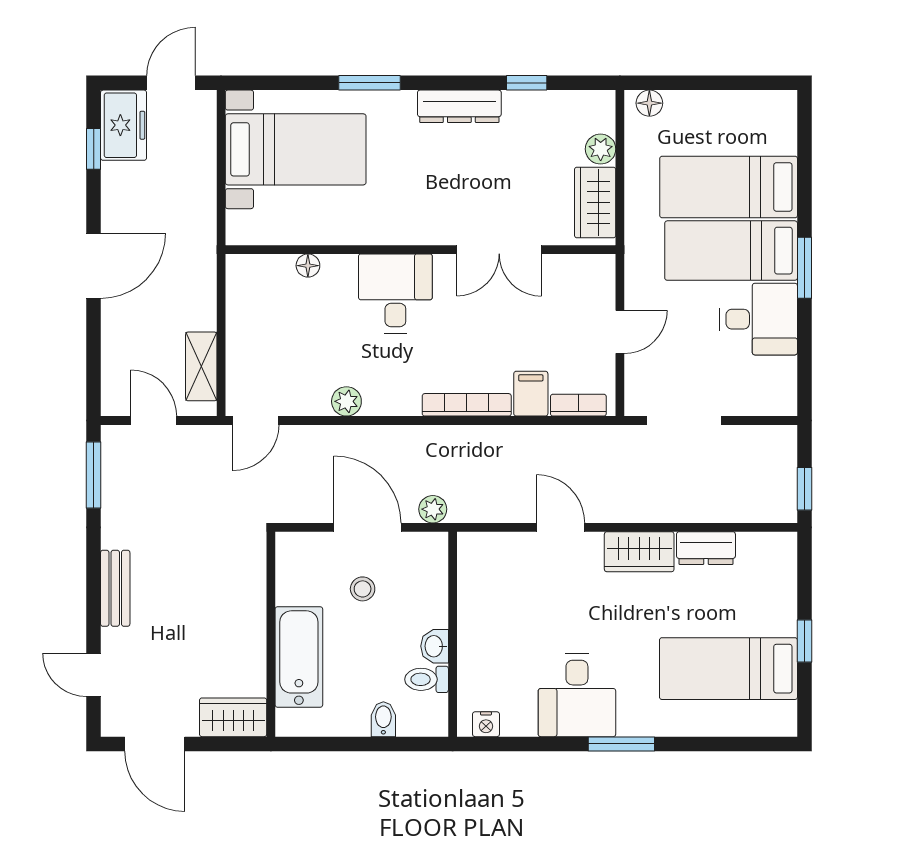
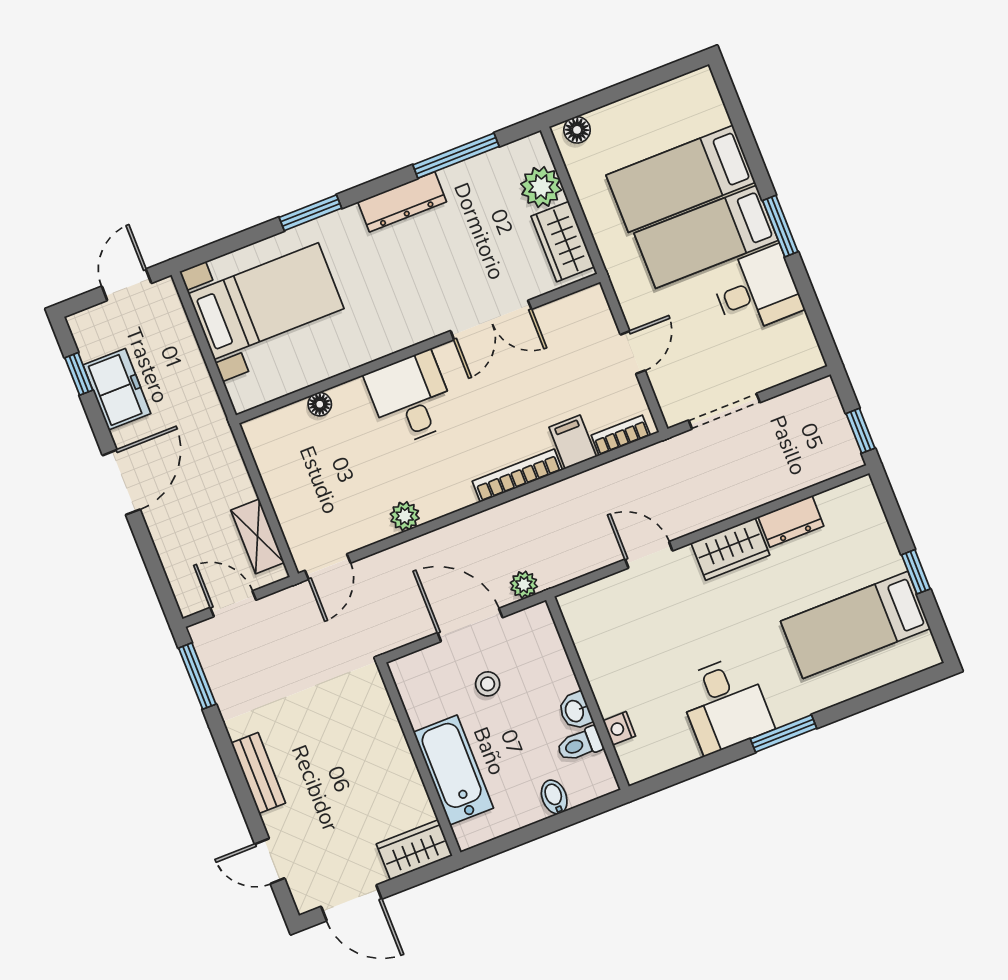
window: (527, 83) -> (456, 156), width x2.17
freezer: (124, 125) -> (117, 389), moved
plant: (601, 149) -> (541, 187), width x1.38, depth x1.38
nightstand: (486, 724) -> (619, 728), moved, turned 90

